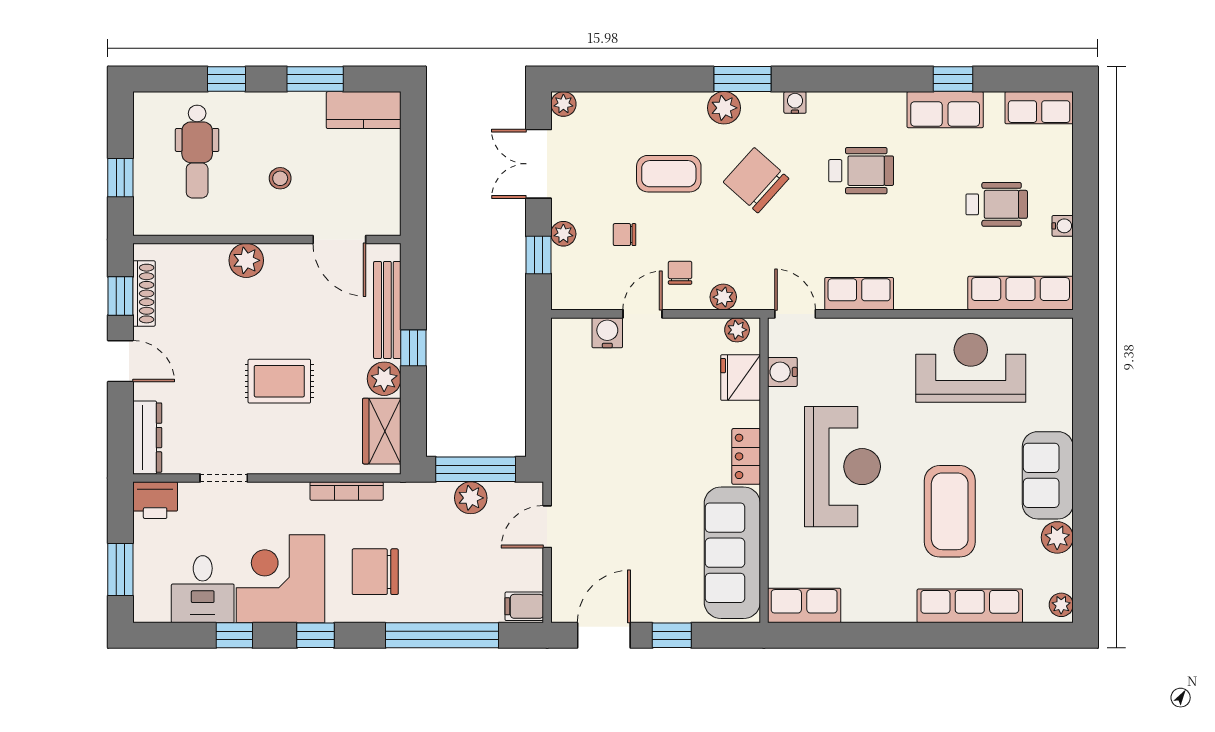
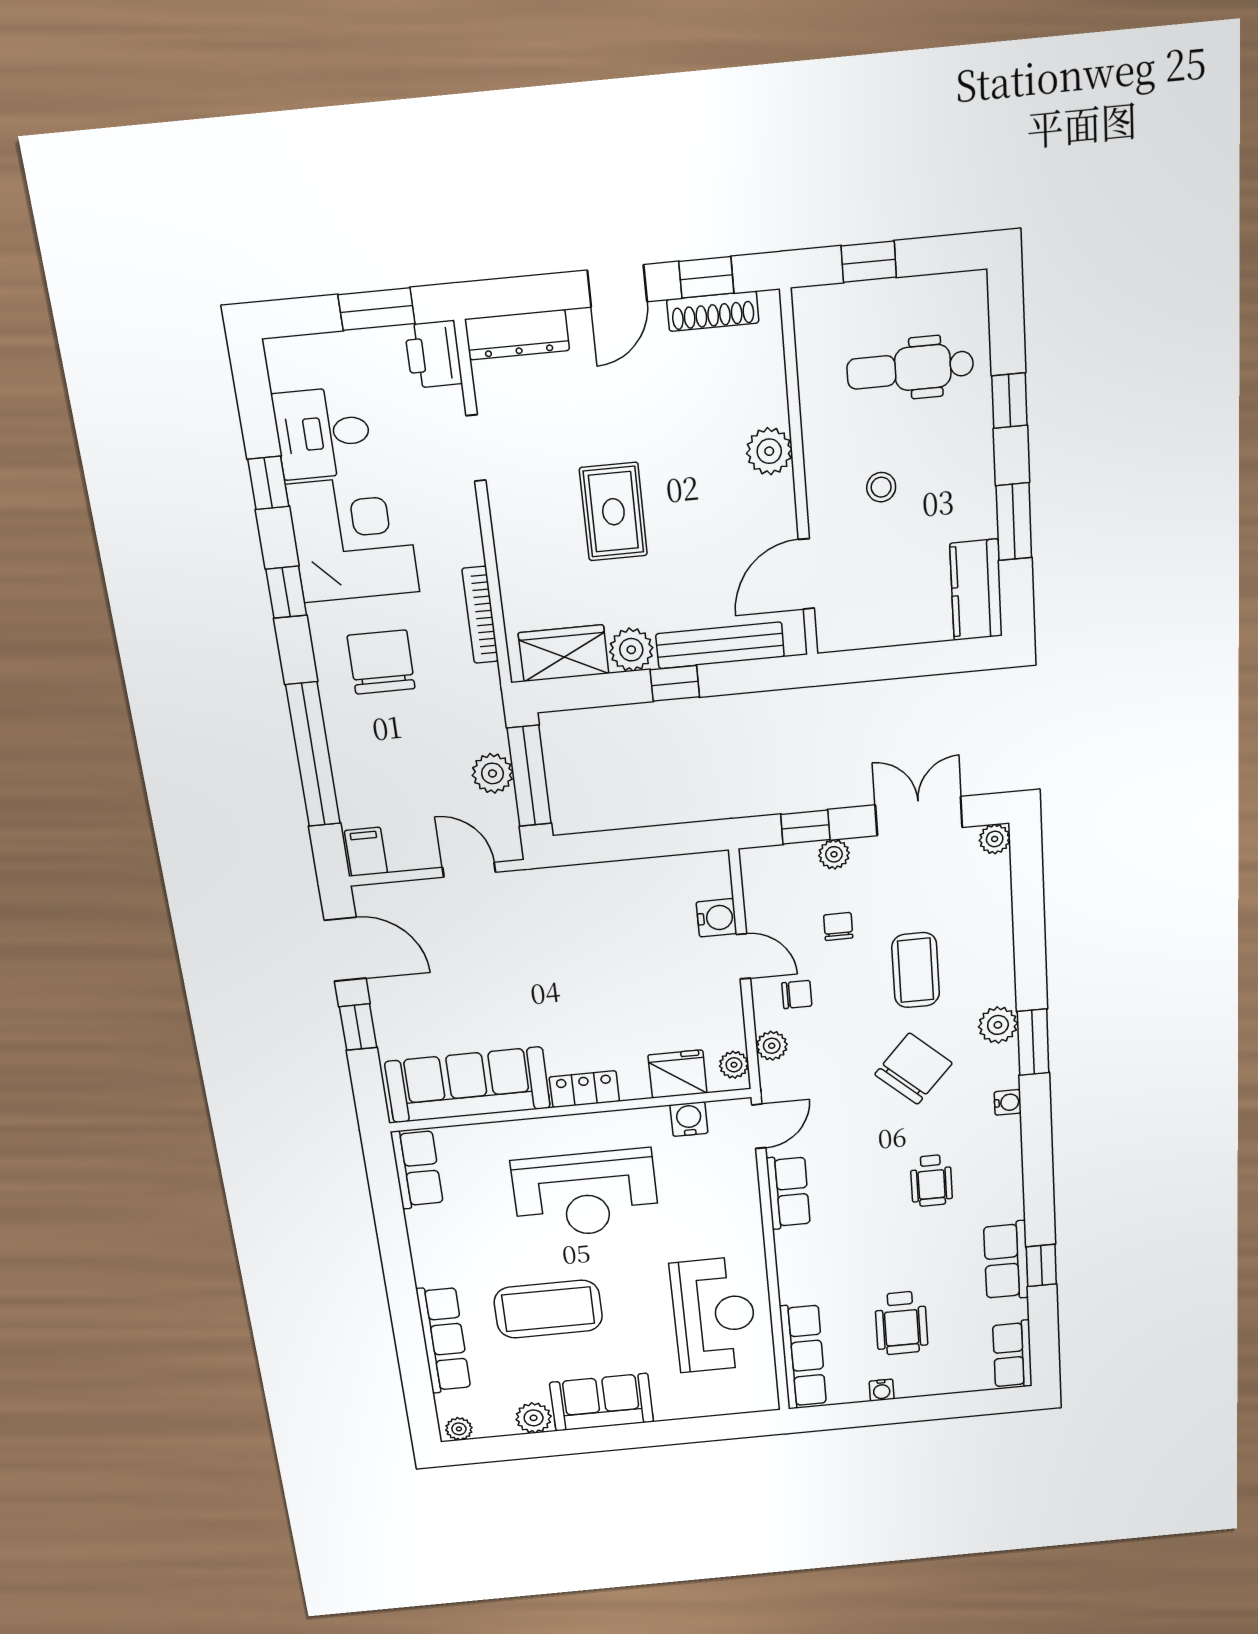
wheelchair: (861, 171) -> (931, 1181), width x0.73, depth x0.73
window: (120, 570) -> (376, 309), moved

